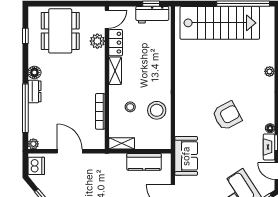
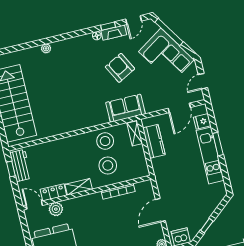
stool: (130, 107) -> (108, 165), width x1.89, depth x1.89
armchair: (227, 116) -> (120, 68), moved
shelving: (122, 143) -> (135, 133), moved
sofa: (186, 156) -> (126, 108), moved

